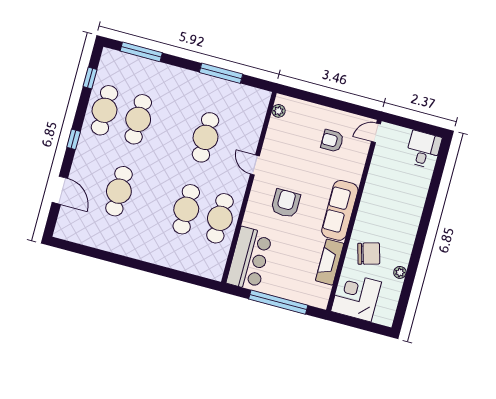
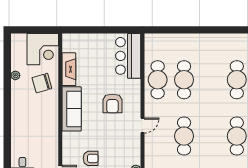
door: (255, 165) -> (142, 126), hinge flipped
window: (278, 302) -> (99, 30), removed

